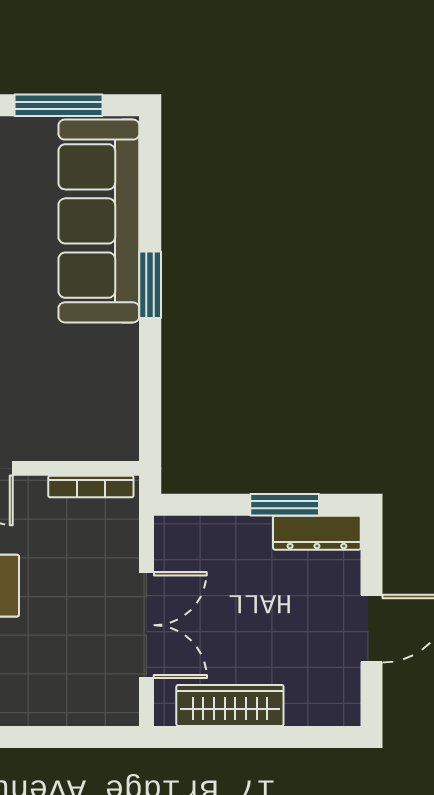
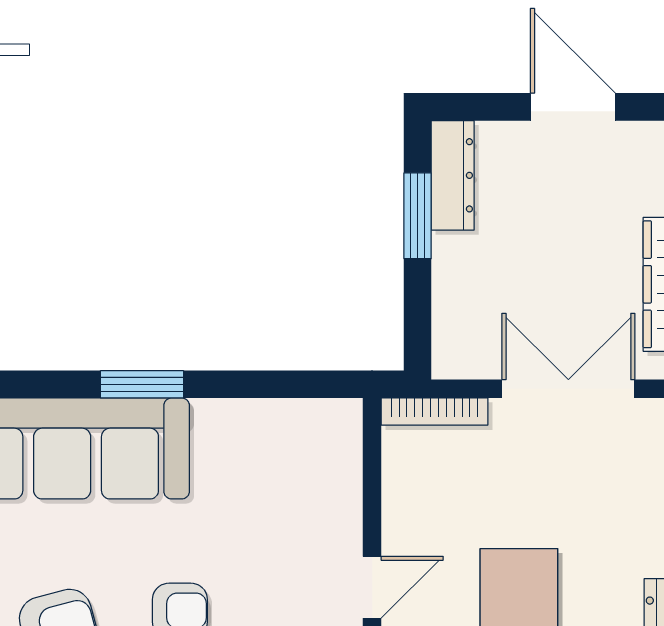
bookcase: (91, 487) -> (435, 412), moved, turned 90

